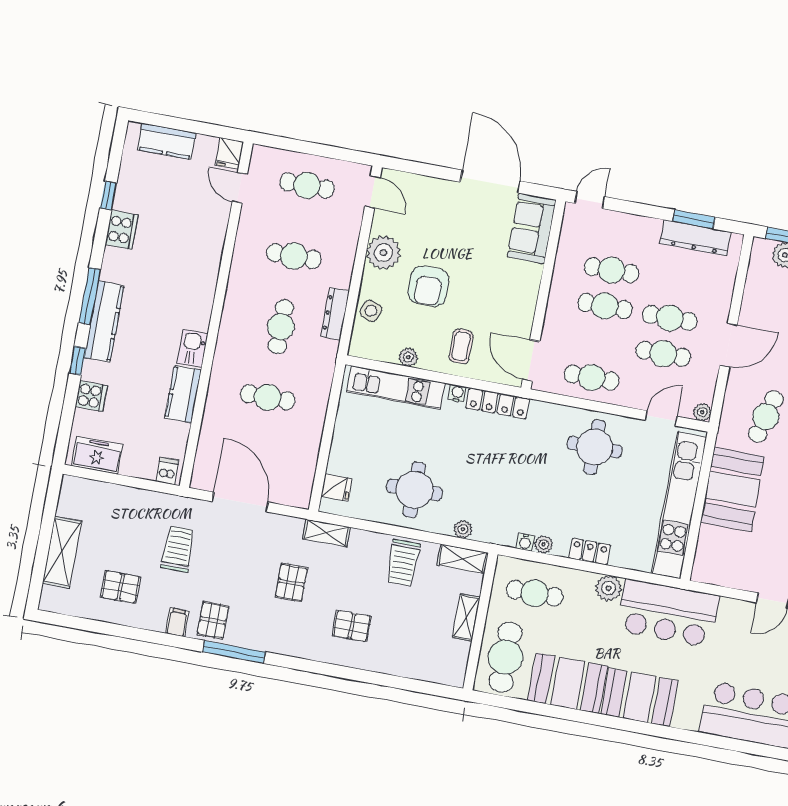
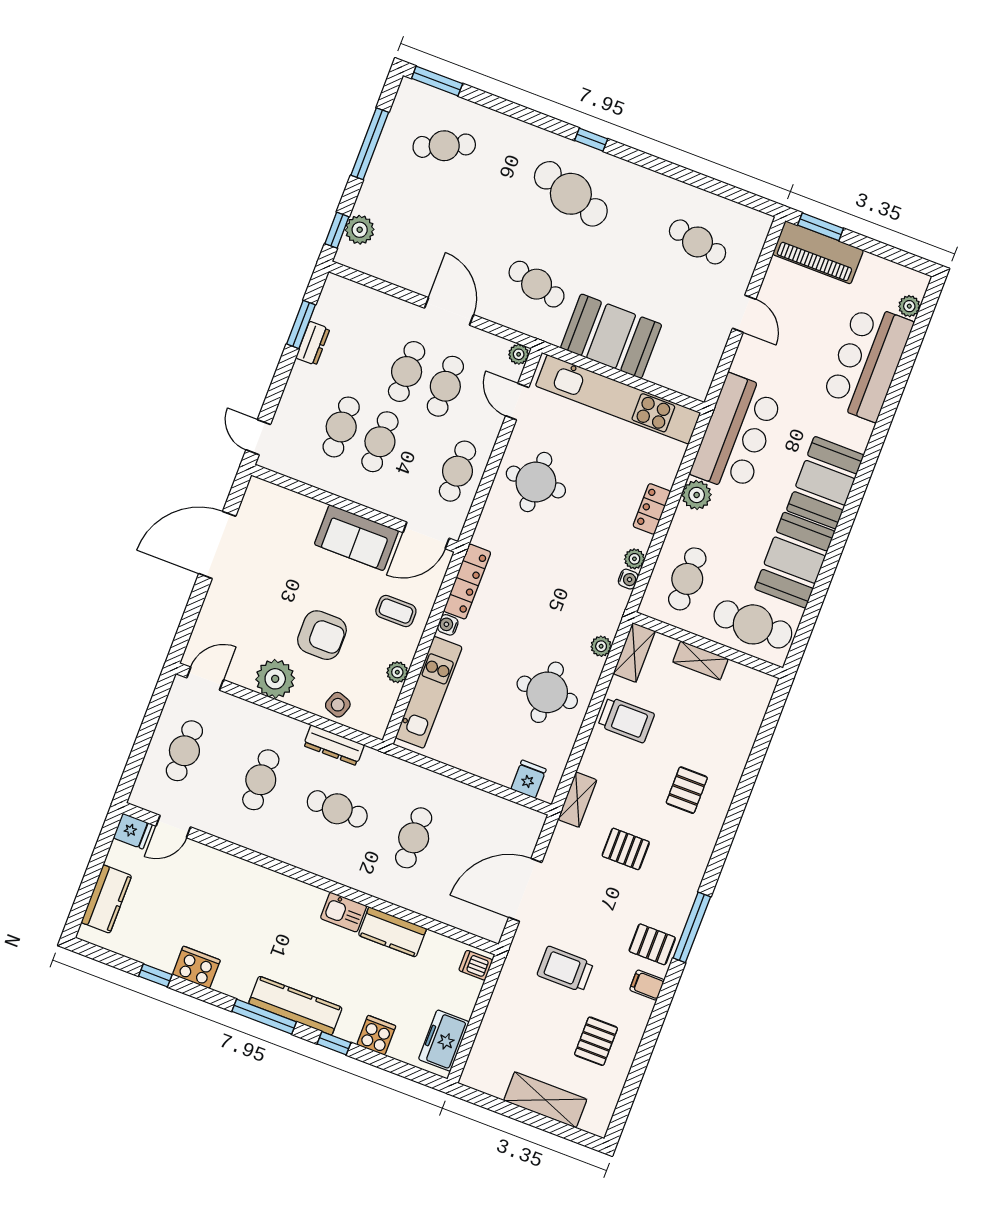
sofa: (532, 228) -> (356, 538), moved
dresser: (695, 238) -> (313, 343), width x0.51, depth x0.80

